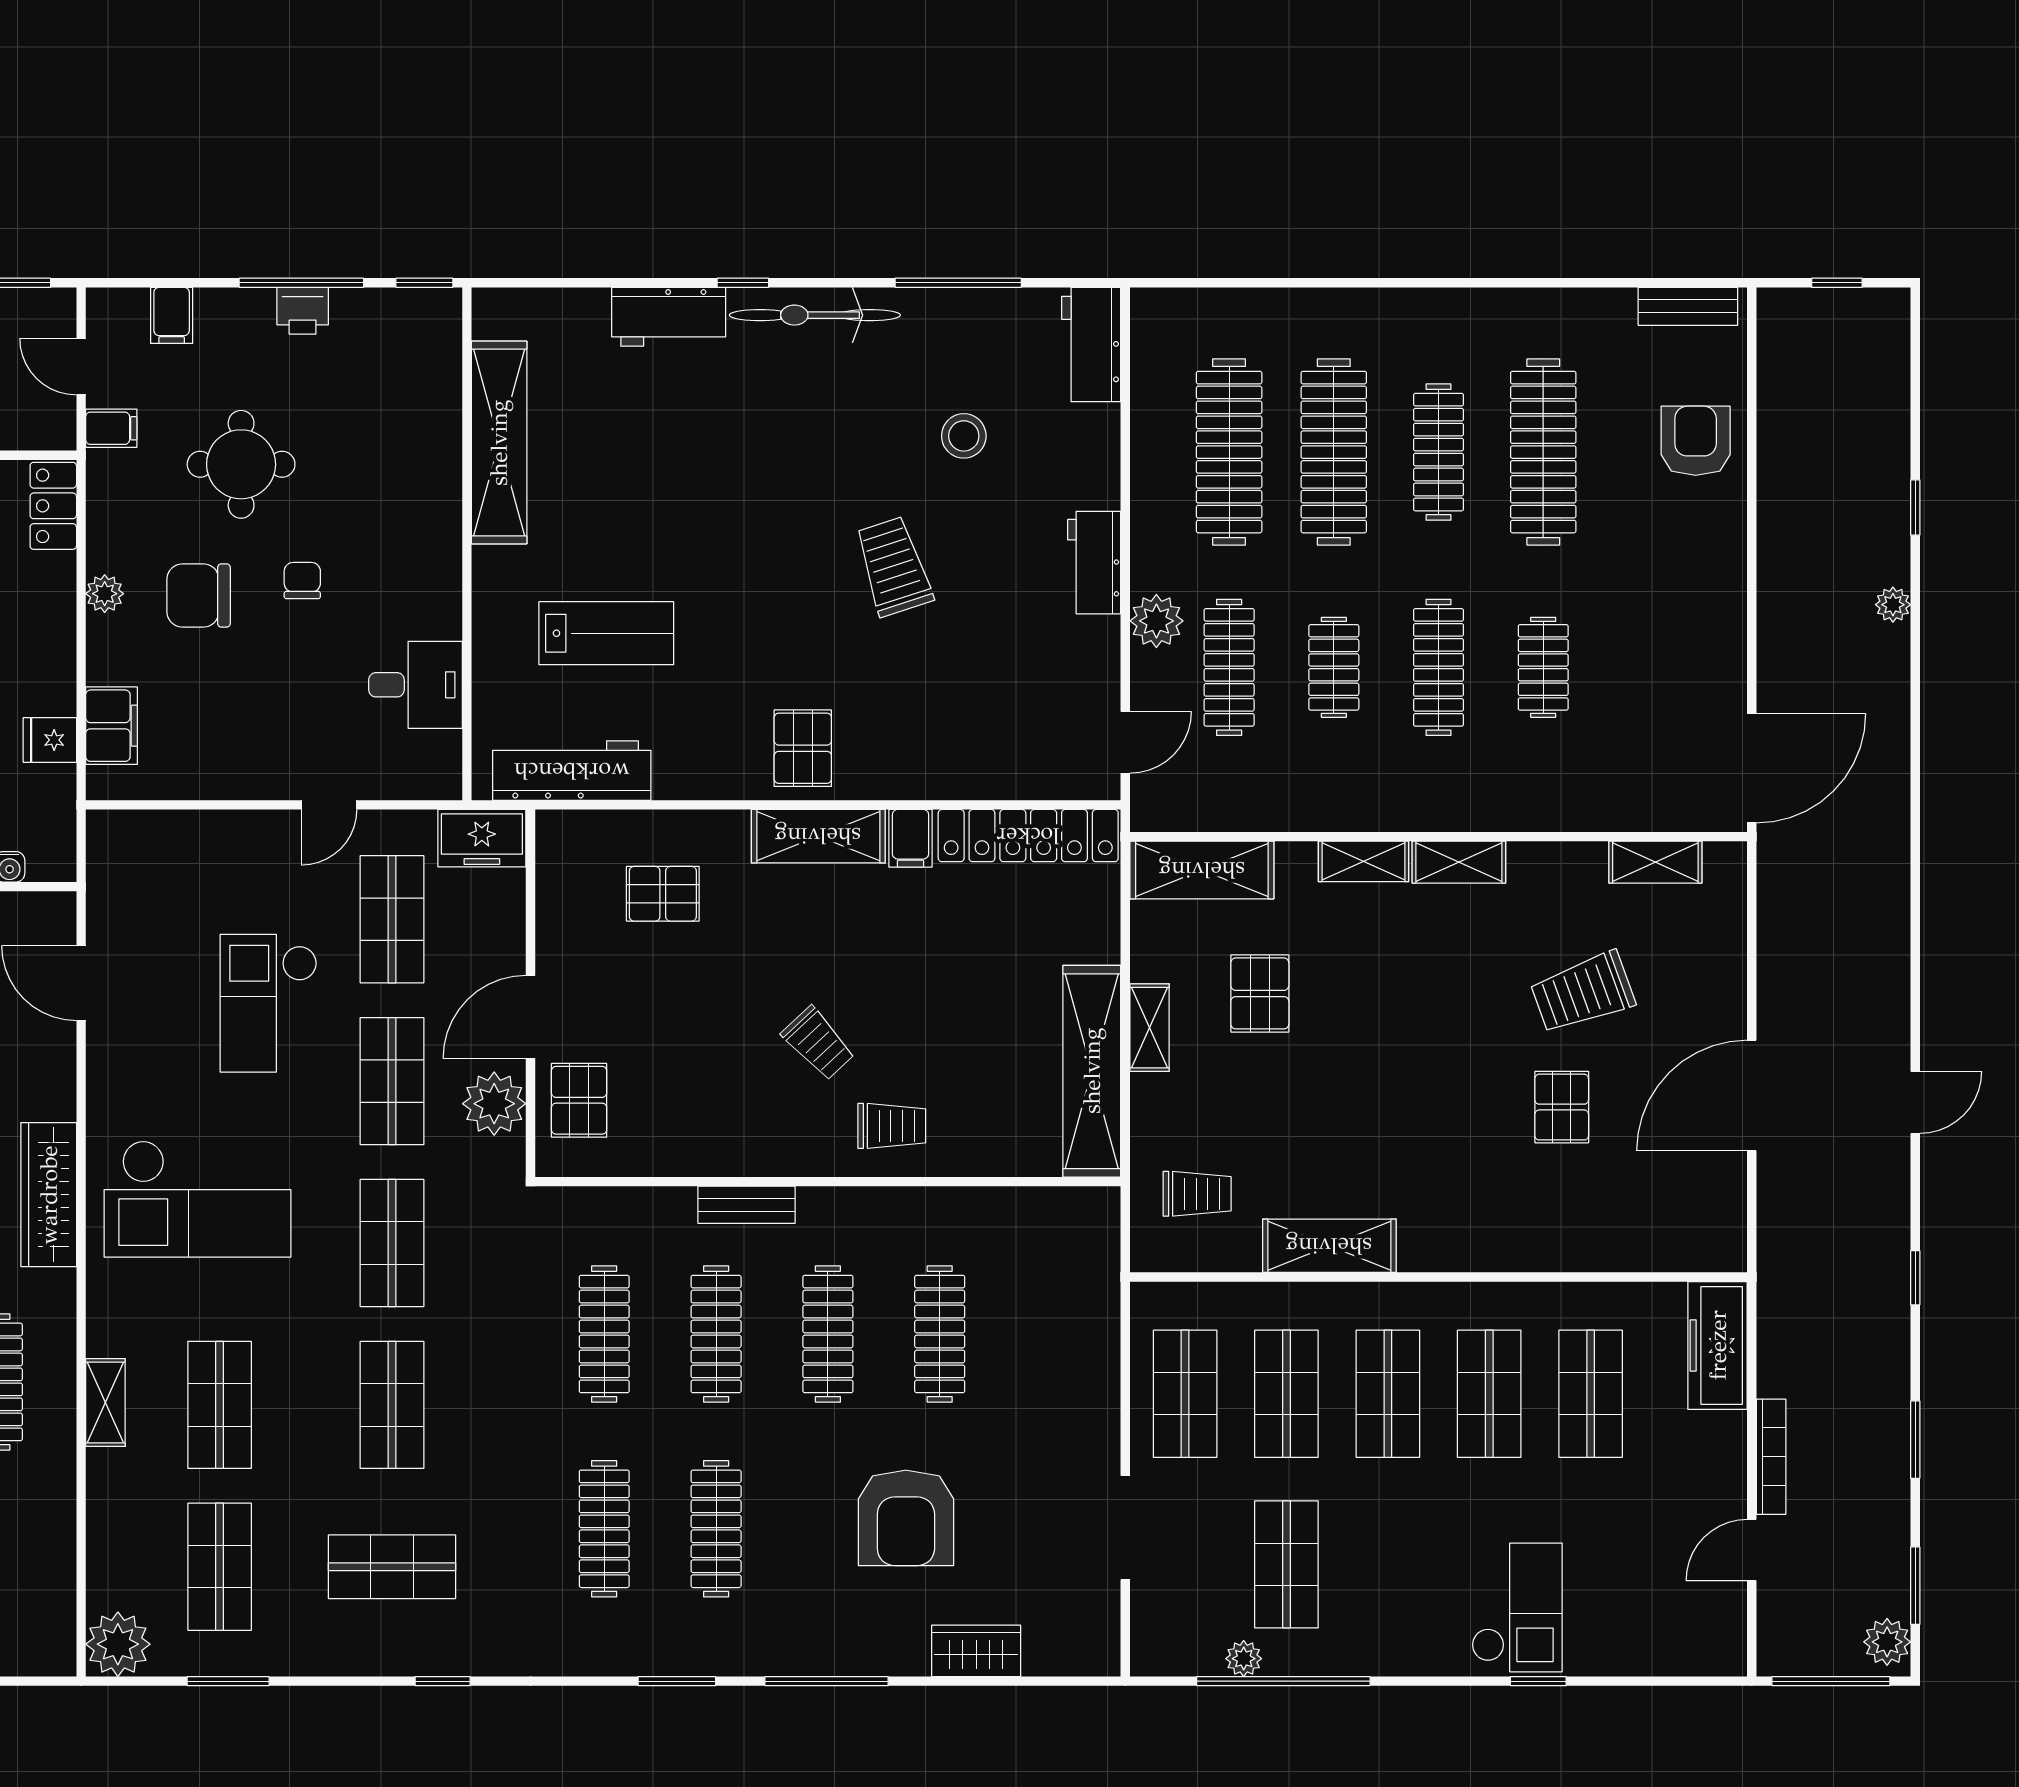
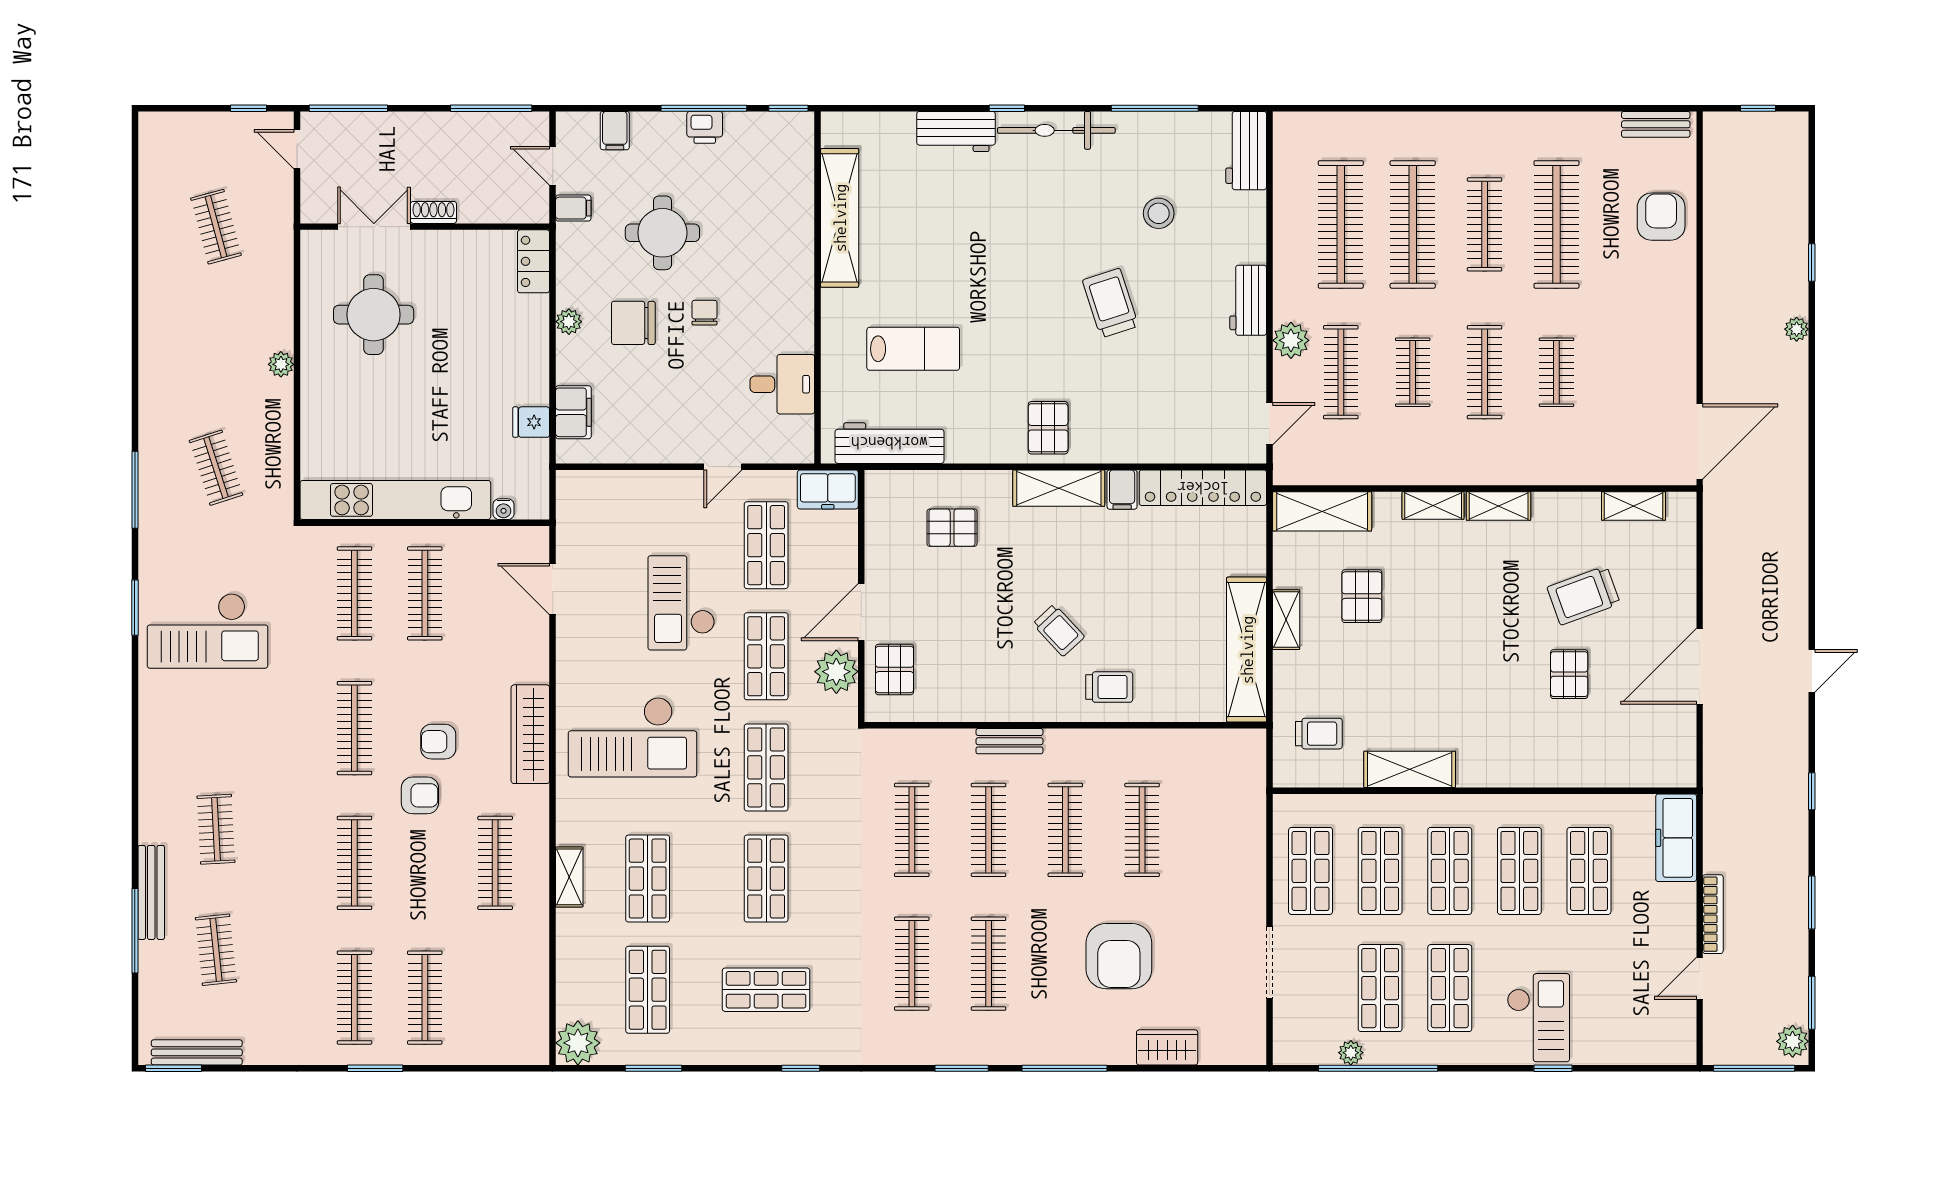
shop shelf: (1388, 1564) -> (1450, 988), added

